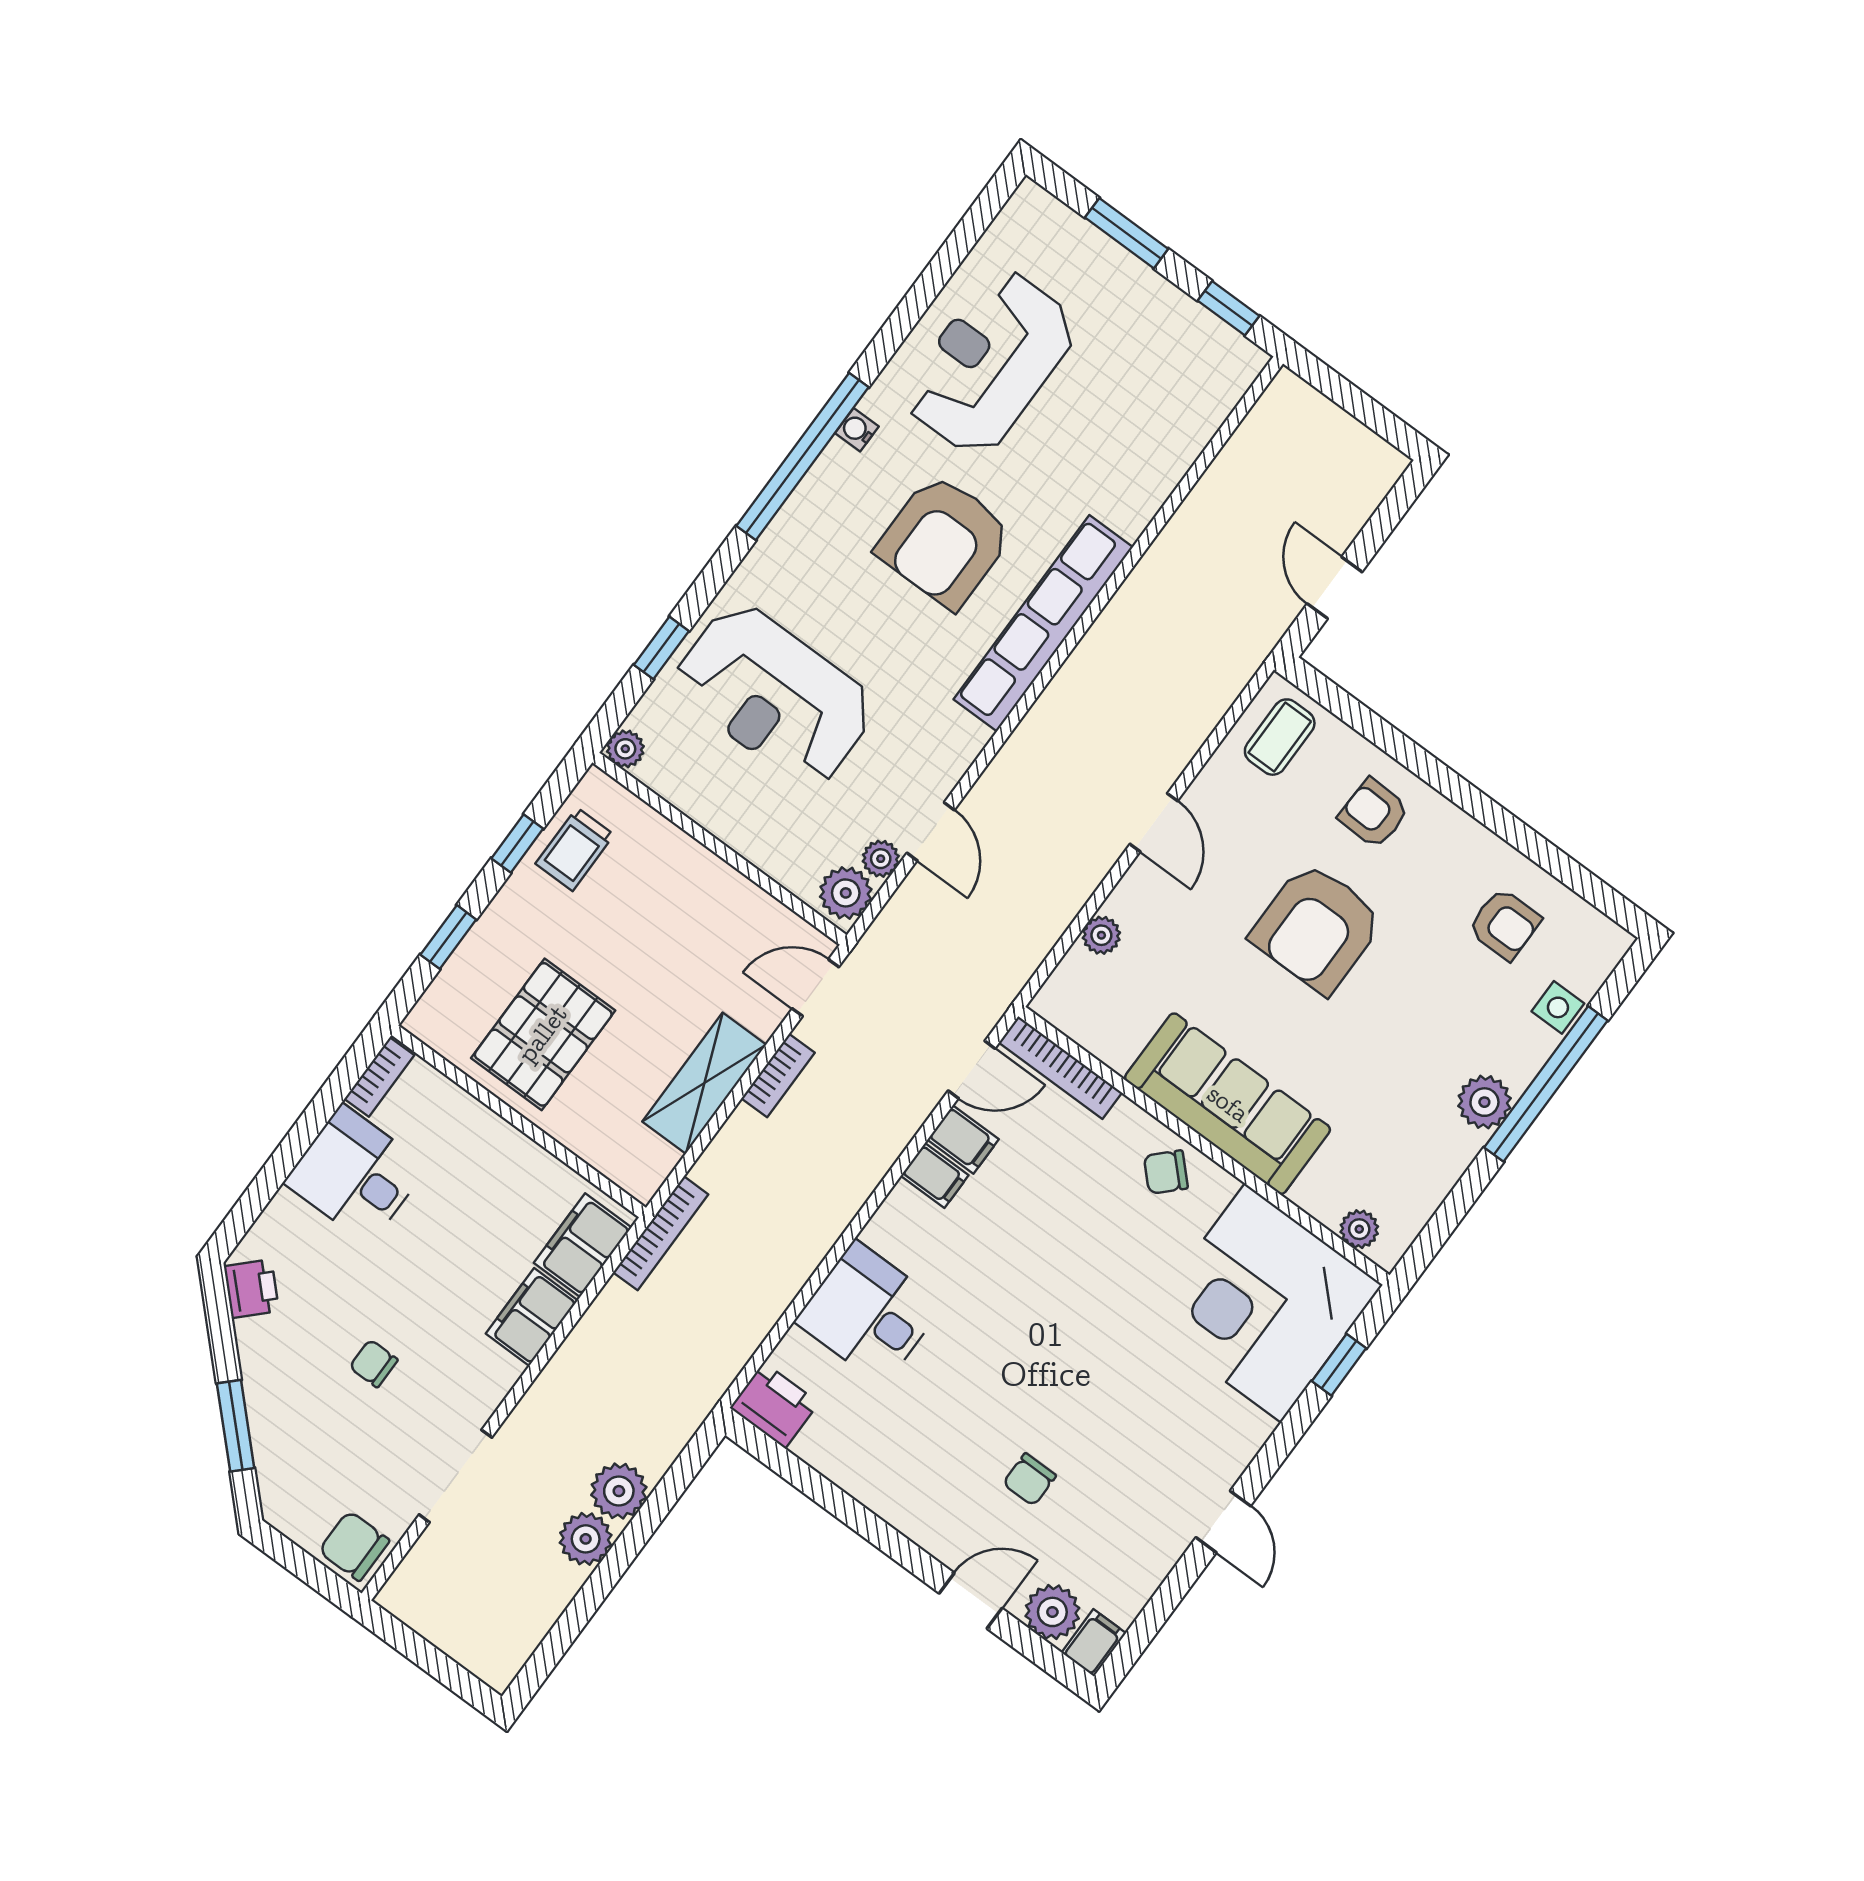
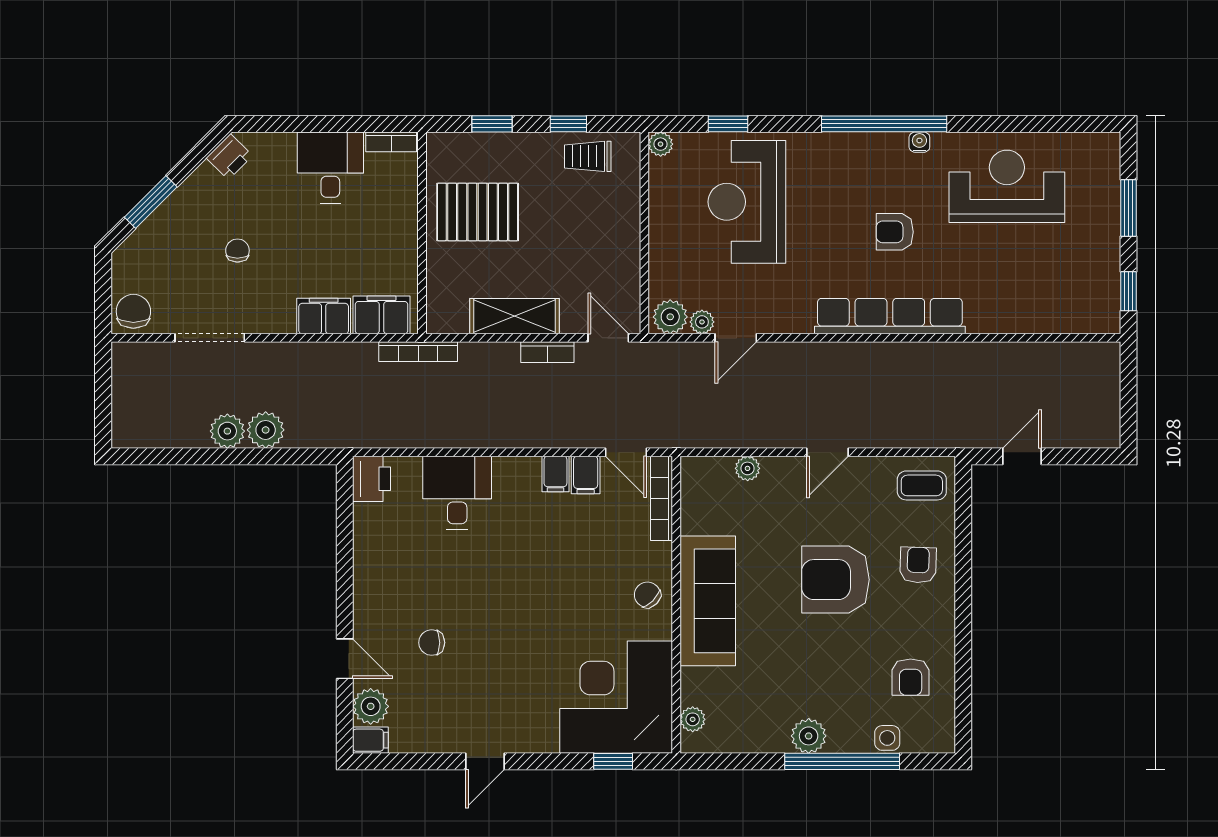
armchair: (944, 541) -> (895, 232), width x0.53, depth x0.53

